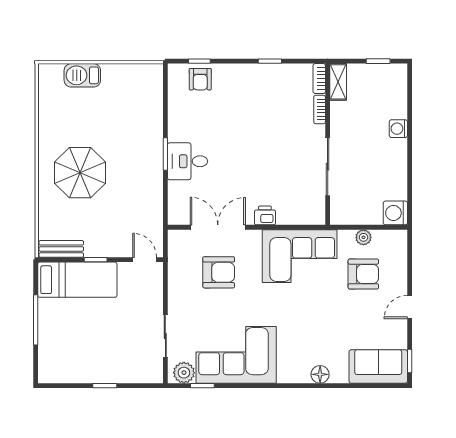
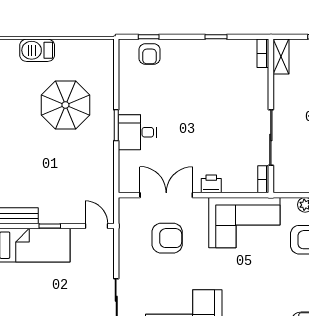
bookcase: (320, 109) -> (263, 179), moved
parasol: (80, 173) -> (65, 105), moved

